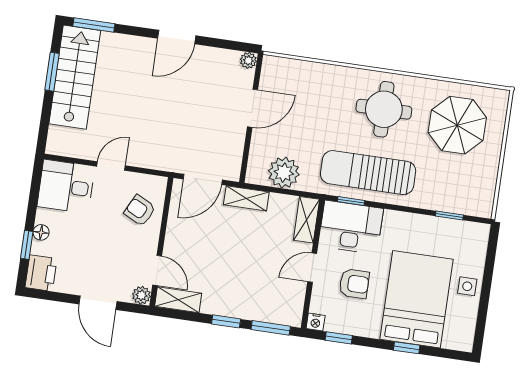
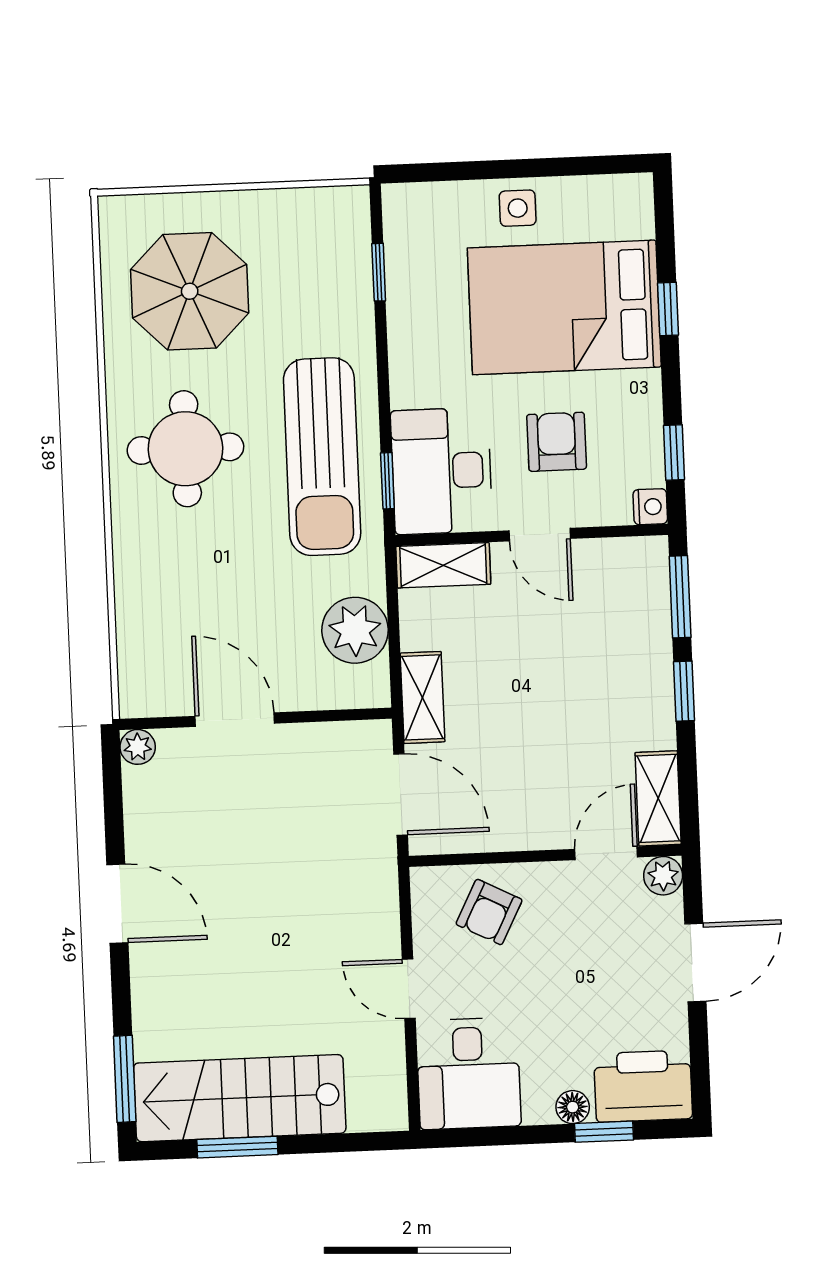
printer: (41, 273) -> (643, 1086), width x1.37, depth x1.19

